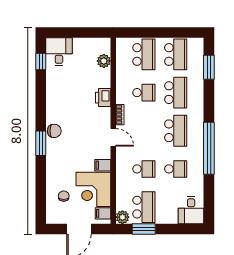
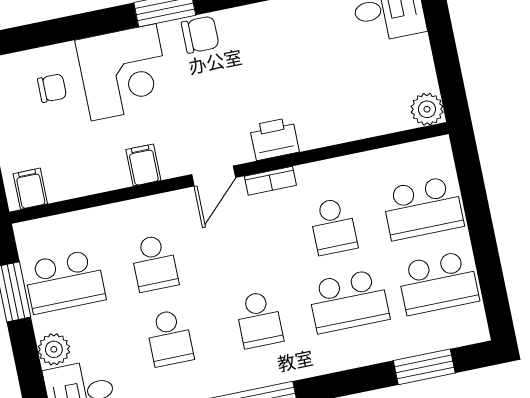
plant: (104, 61) -> (427, 109), moved
printer: (103, 98) -> (274, 139), moved
chair: (54, 131) -> (200, 35), turned -90
school desk: (176, 131) -> (259, 320), width x0.54
corner desk: (93, 189) -> (124, 72), moved, turned 180
plant: (122, 217) -> (54, 349), moved

